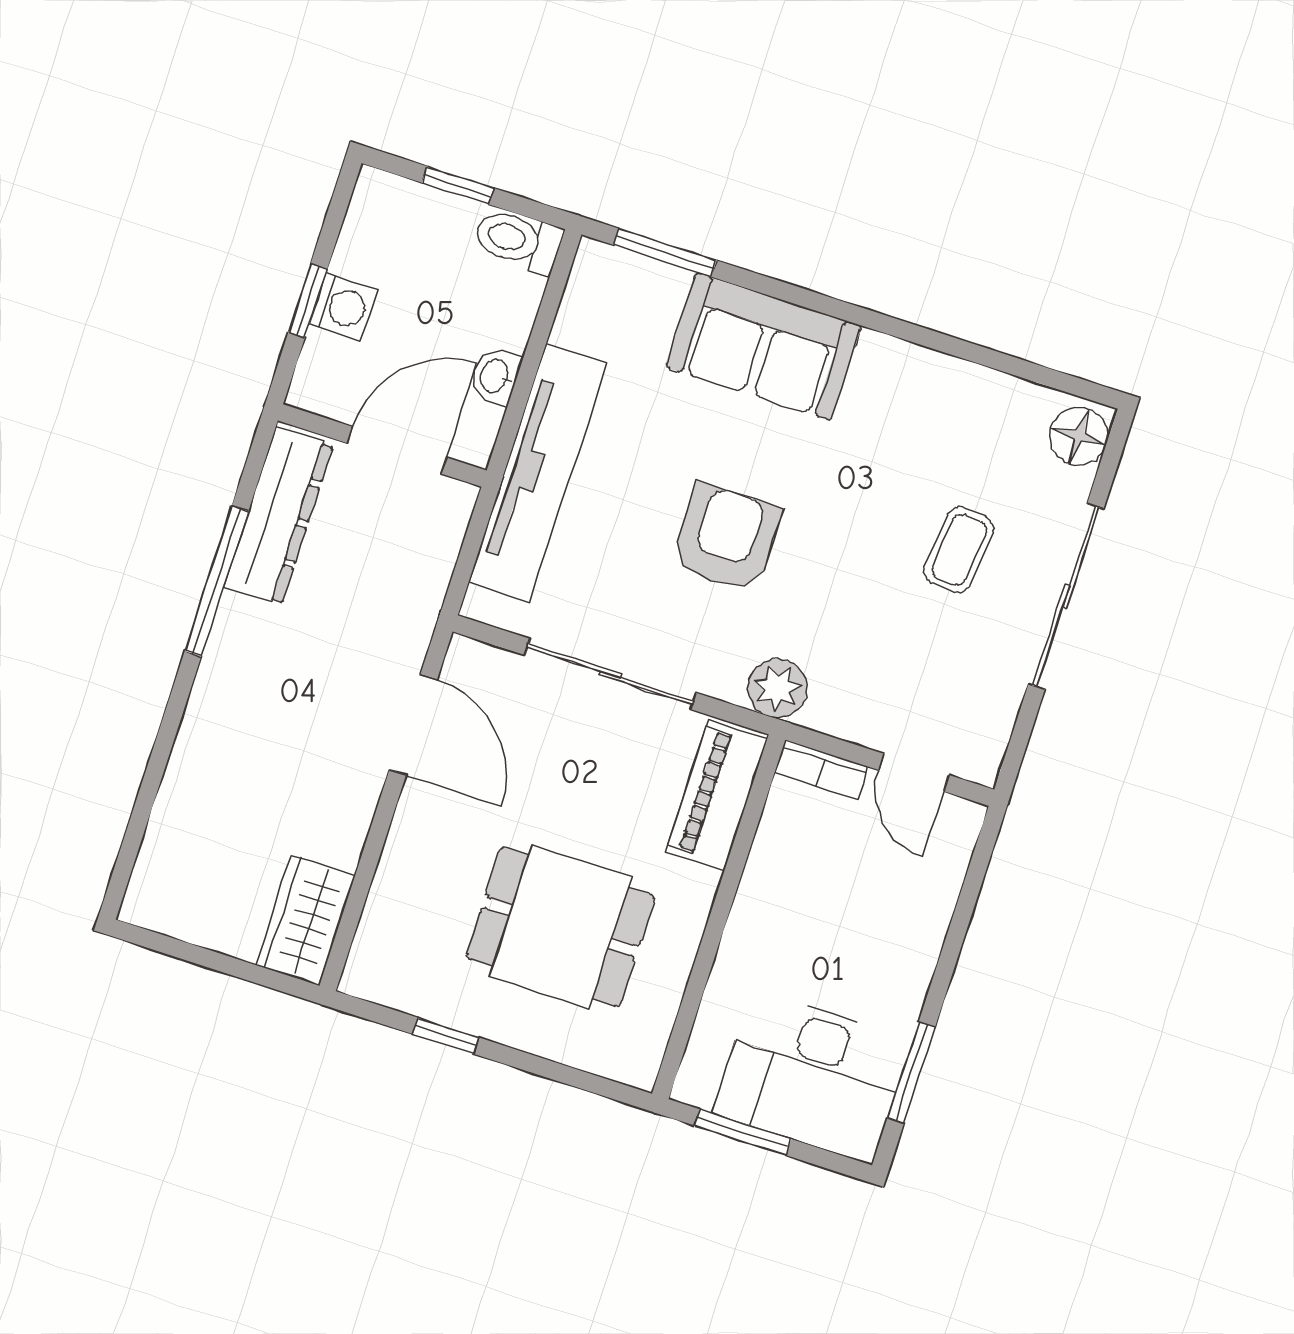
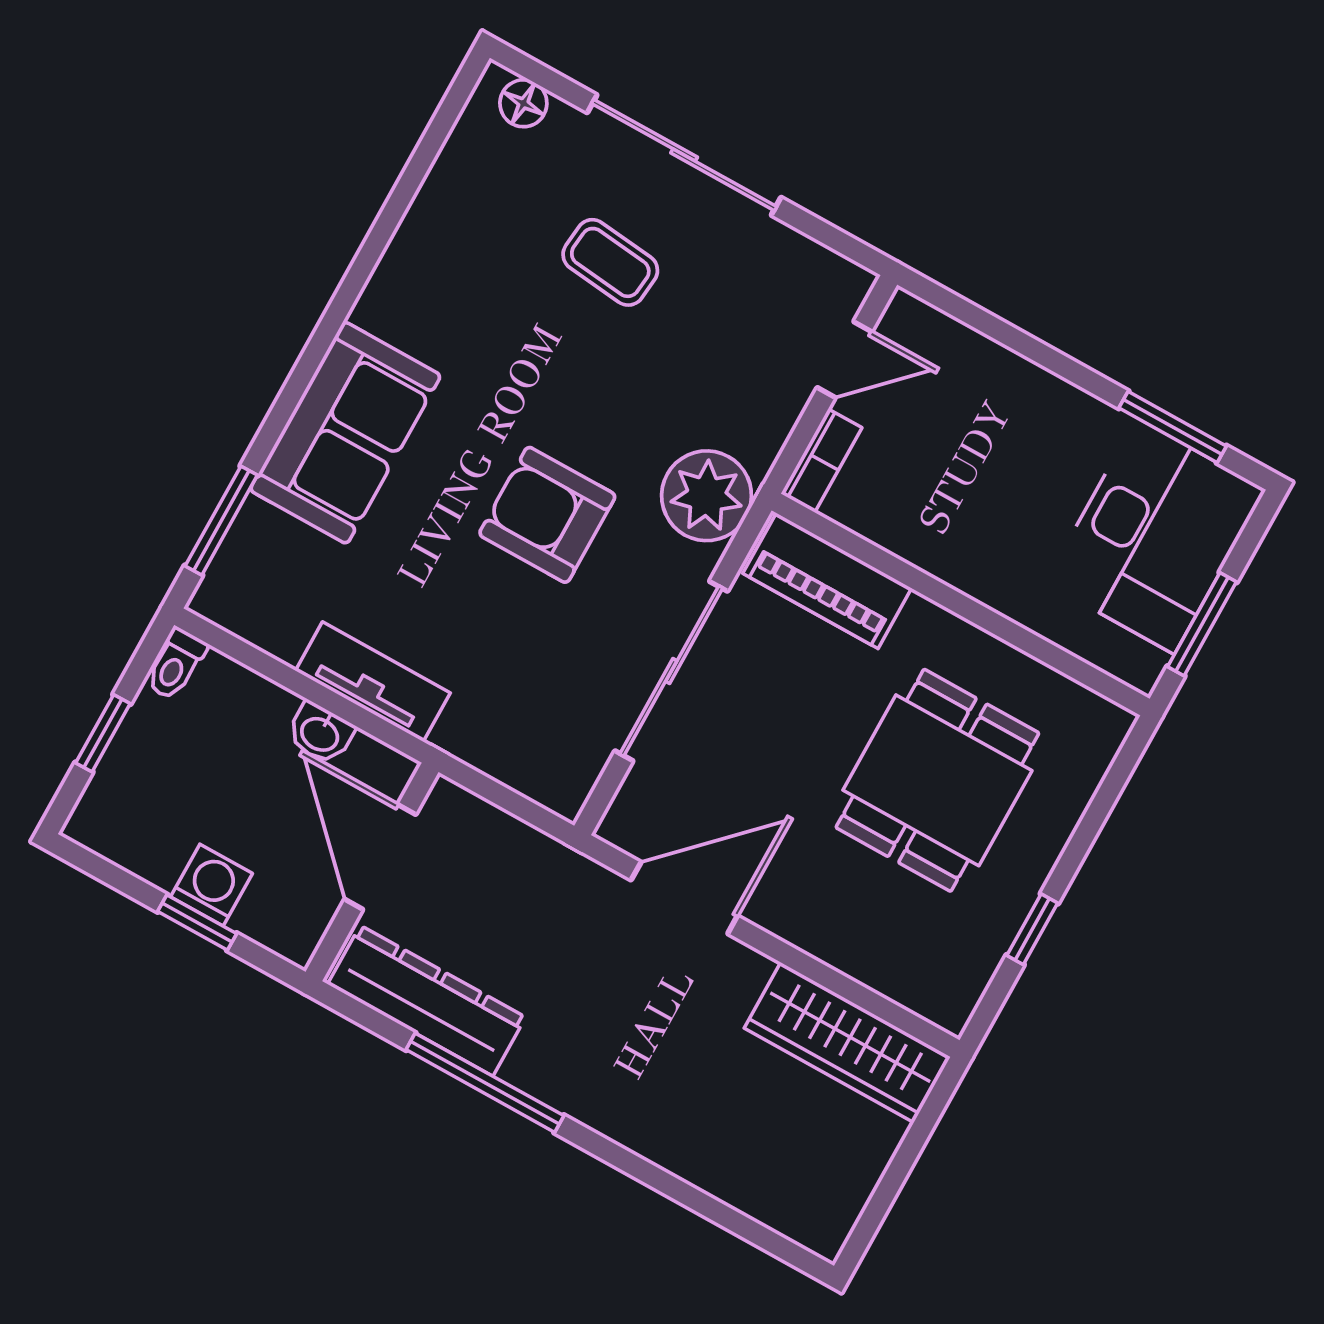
toilet: (518, 240) -> (176, 664), width x0.73, depth x0.72
floor lamp: (1079, 436) -> (523, 103), width x0.73, depth x0.73
tv unit: (538, 473) -> (373, 682), width x0.52, depth x0.78
plant: (777, 688) -> (707, 496), width x1.36, depth x1.36
wardrobe: (305, 920) -> (847, 1042), width x1.50

